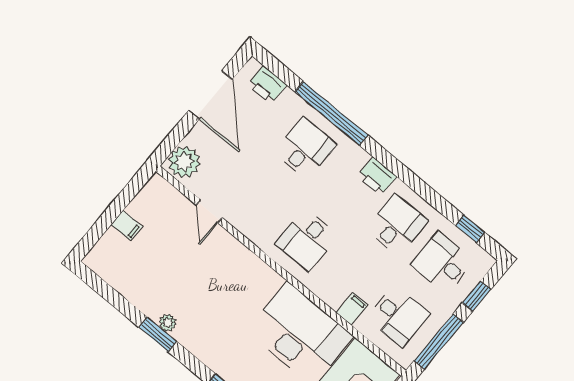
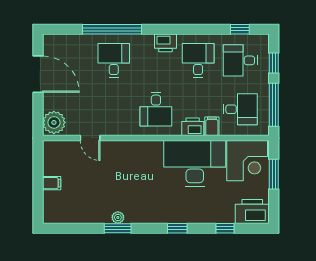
printer: (267, 85) -> (193, 127), moved, turned 180

